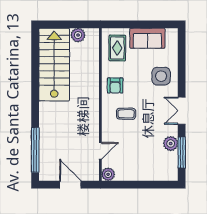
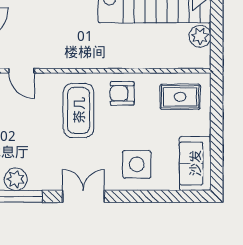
sofa: (147, 38) -> (195, 163), moved
coffee table: (126, 114) -> (79, 110), width x1.86, depth x1.72
plant: (171, 144) -> (16, 179), moved

